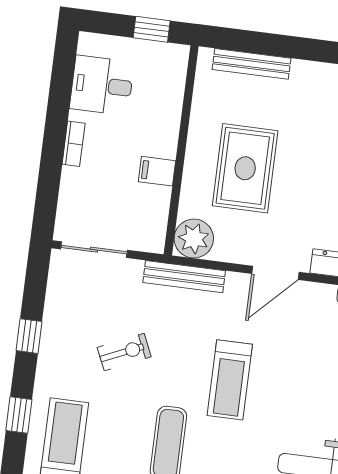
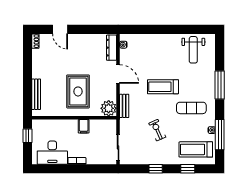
desk: (102, 85) -> (52, 153), width x1.37
rug: (245, 168) -> (78, 91), turned 90
bench: (184, 277) -> (124, 106), width x0.73
treadmill: (230, 380) -> (163, 87), turned 180

